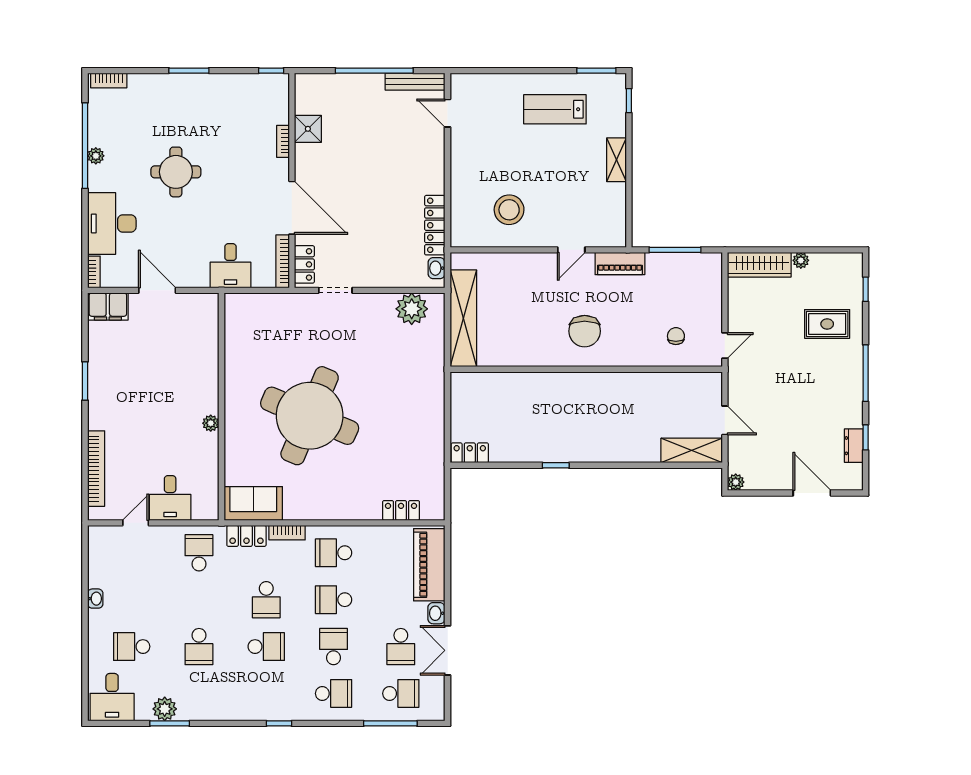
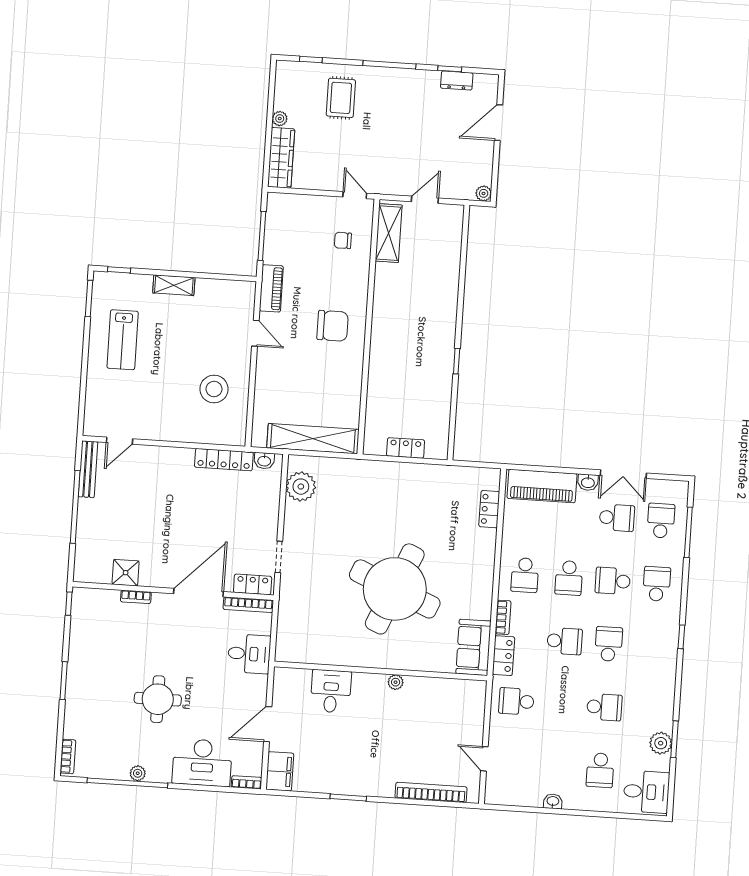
shelving: (692, 450) -> (389, 233), moved
locker: (470, 453) -> (406, 448), moved, turned 90
desk: (170, 498) -> (331, 691), moved, turned -90

